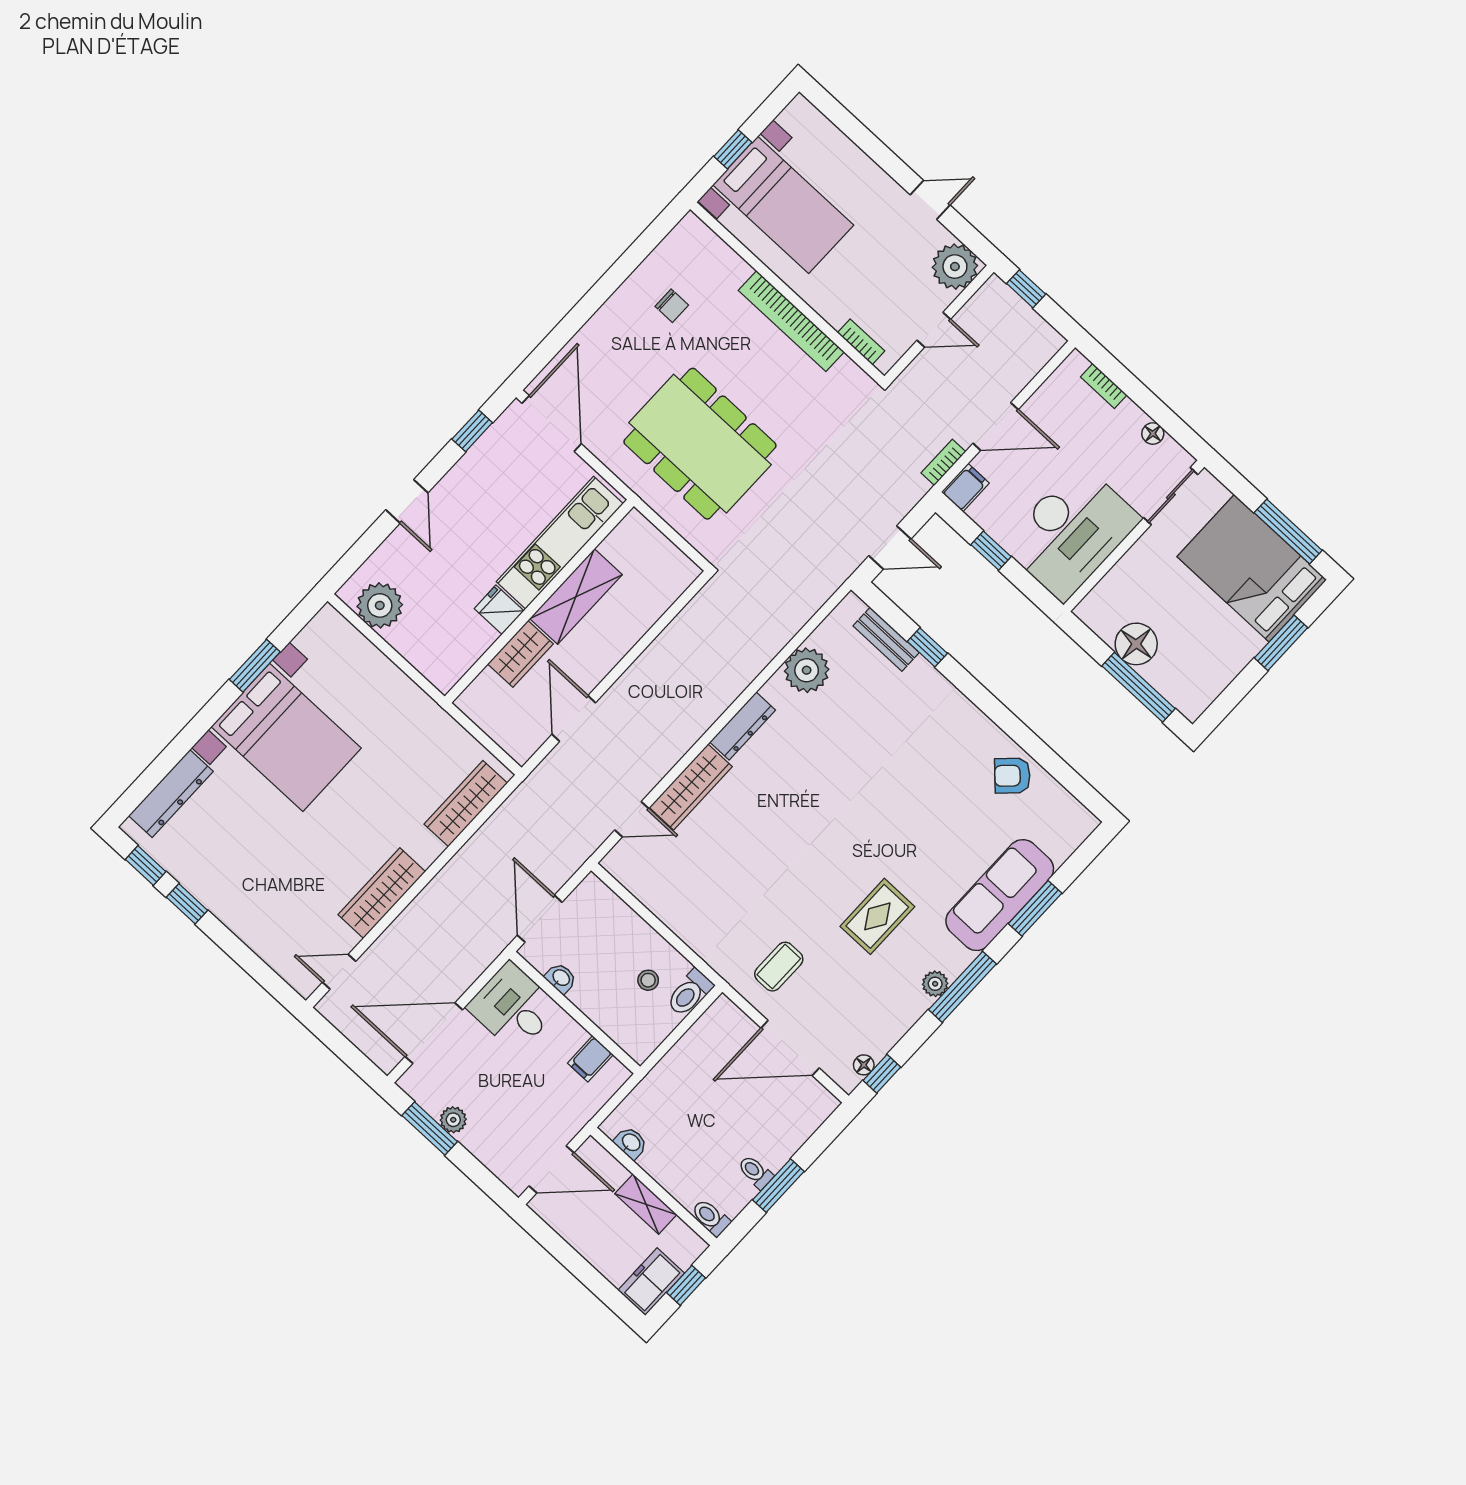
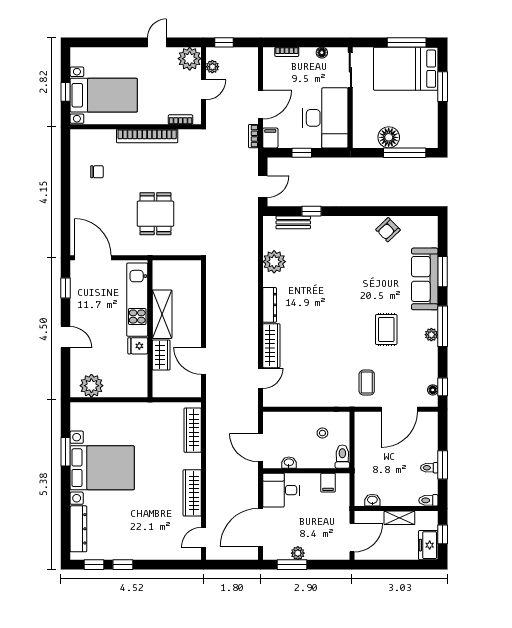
plant: (977, 309) -> (212, 67), added
dining table: (700, 444) -> (155, 214), width x0.53, depth x0.80
toilet: (690, 993) -> (342, 457), moved, turned 180

